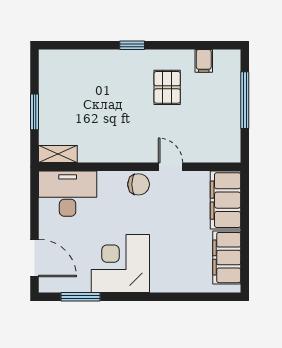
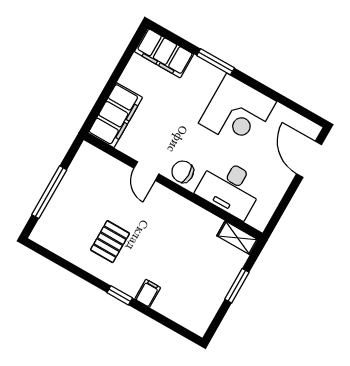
filing cabinet: (204, 61) -> (148, 293), moved
desk: (68, 194) -> (230, 188), moved
filing cabinet: (227, 258) -> (164, 53), moved, turned 90
window: (80, 297) -> (216, 62), moved

